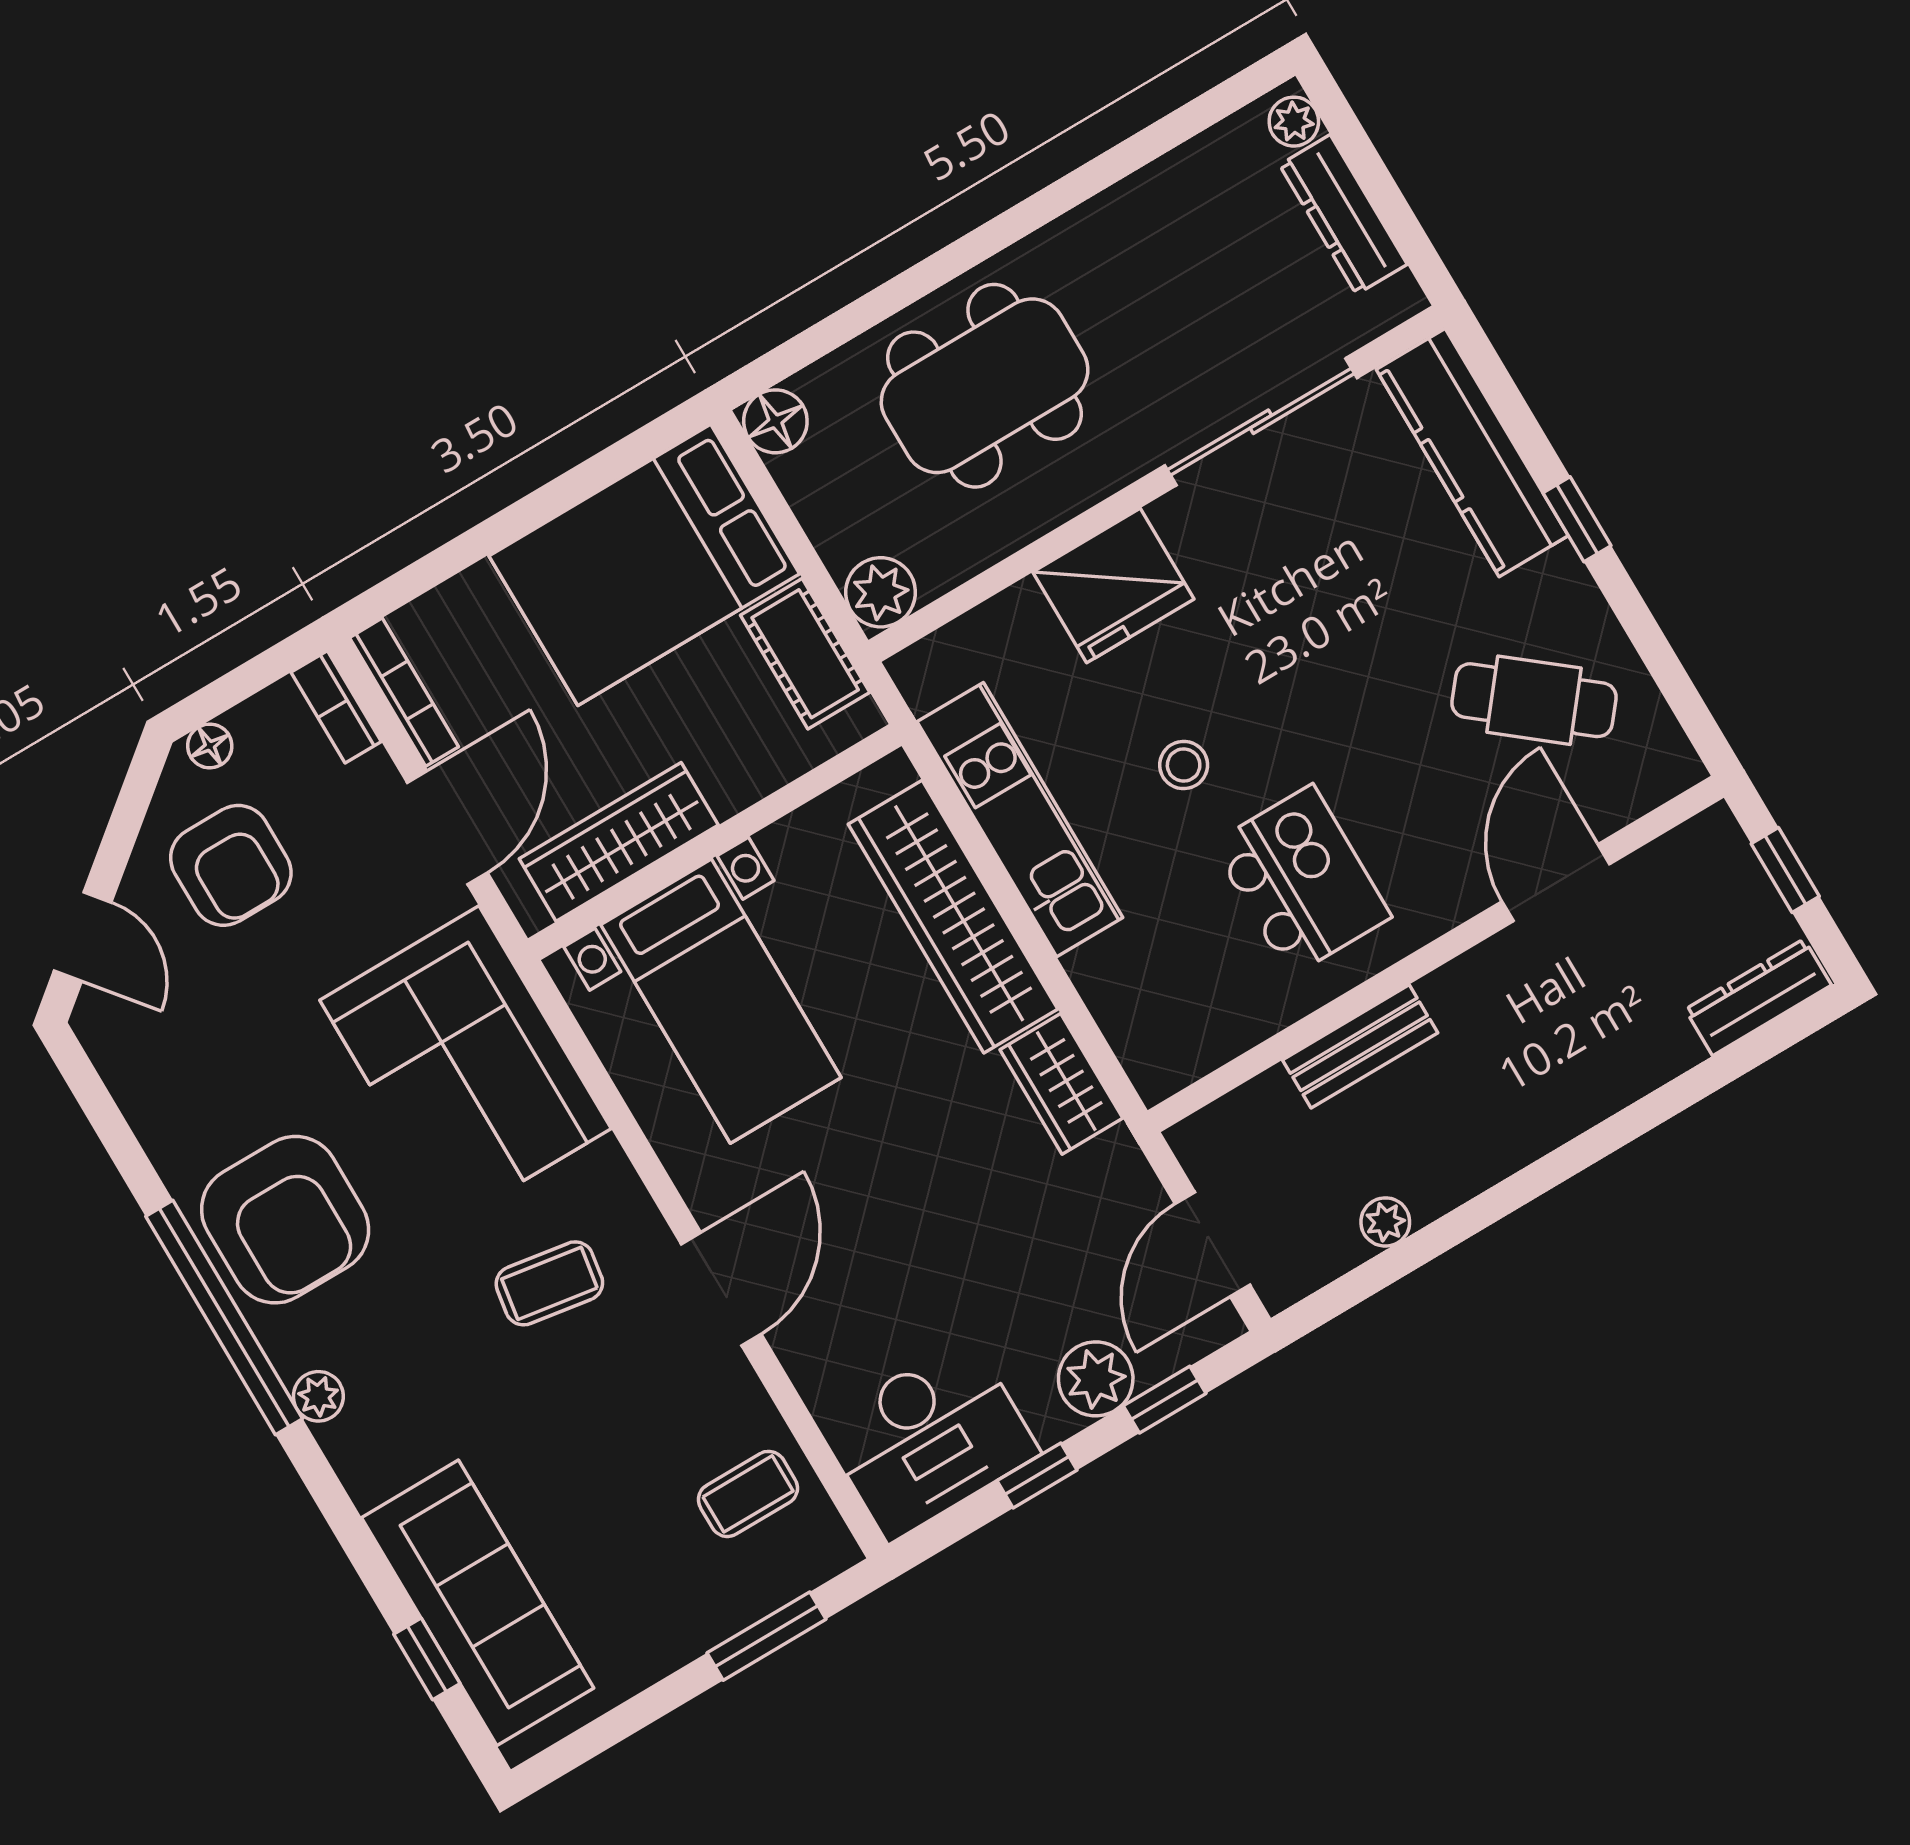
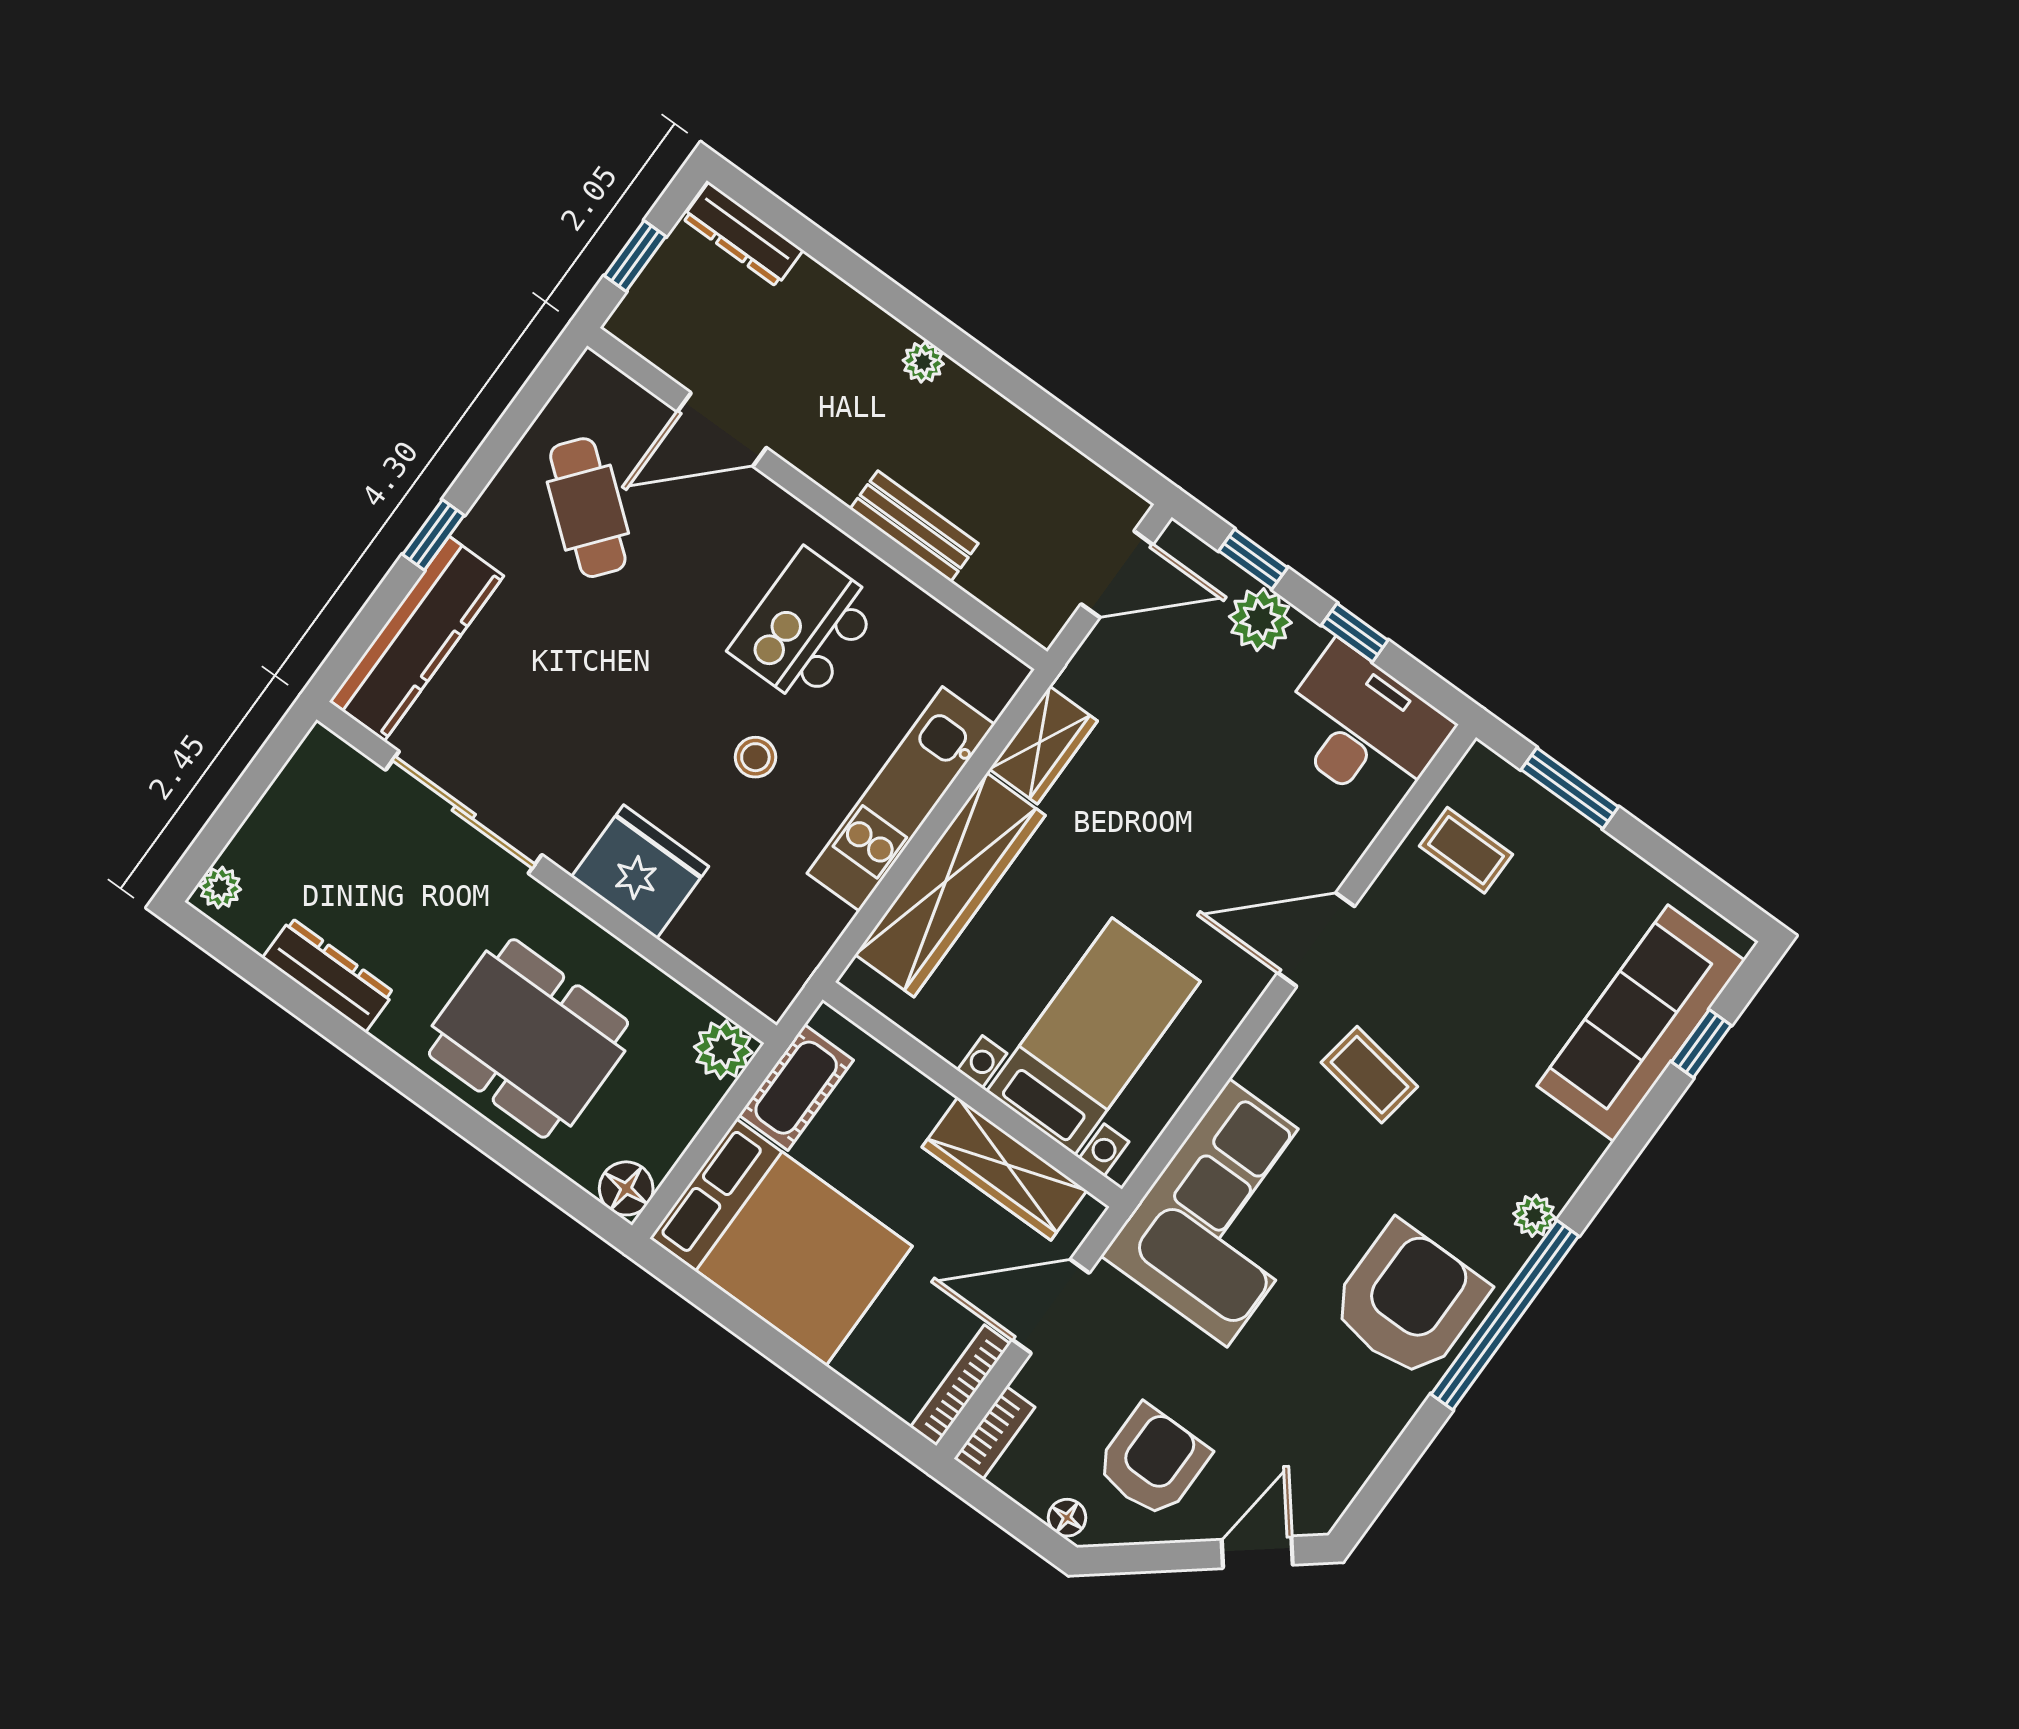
dresser: (1343, 215) -> (328, 975), moved, turned -90
kitchen unit: (1020, 820) -> (901, 799), moved
plant: (1385, 1222) -> (923, 362), moved

